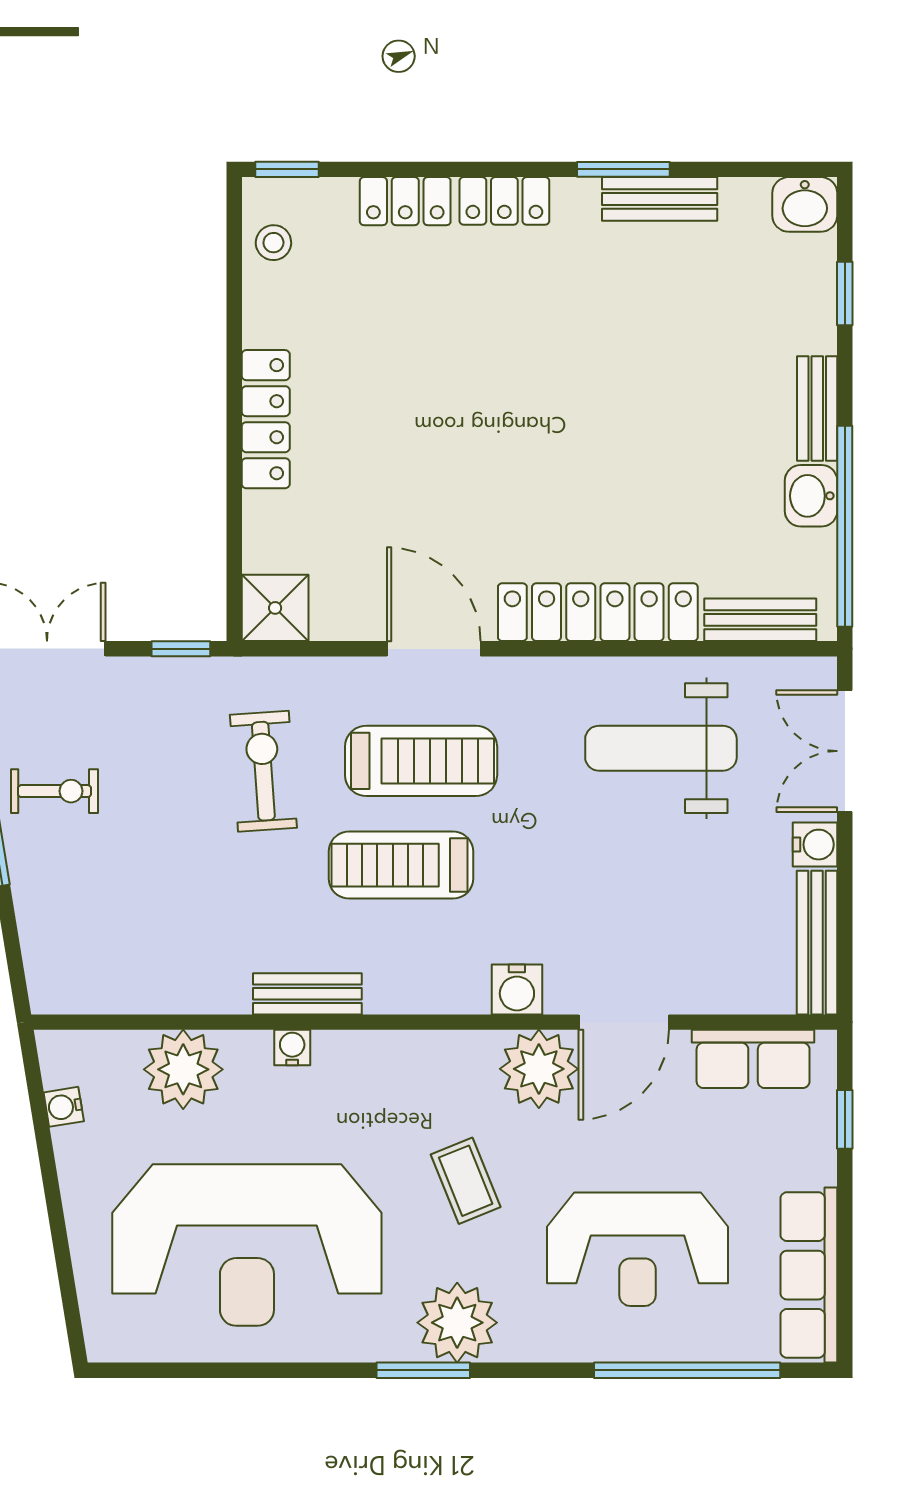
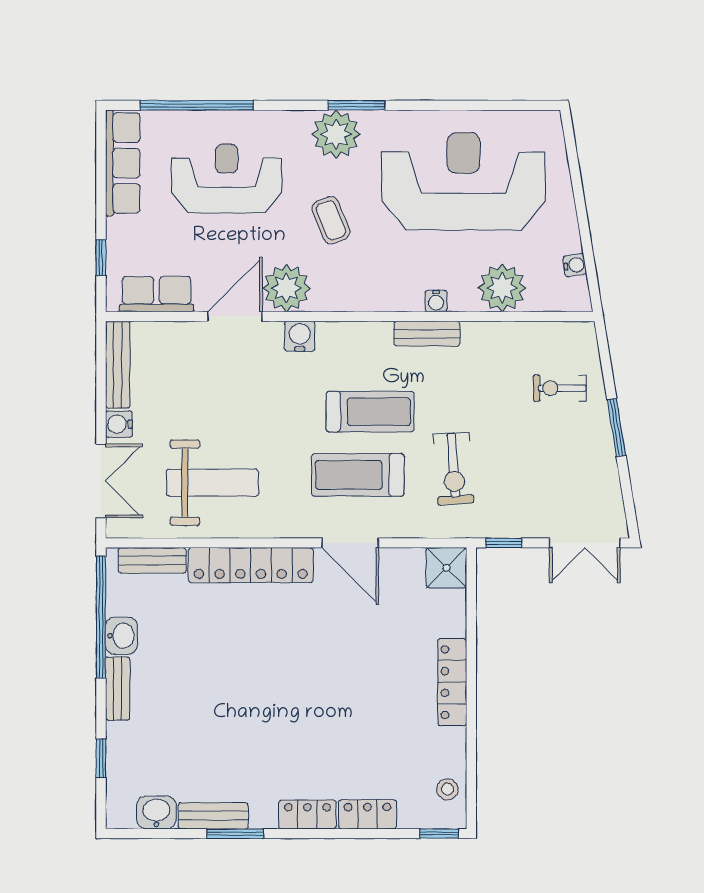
washbasin: (805, 204) -> (156, 812), moved
exercise bike: (54, 791) -> (560, 388), moved

